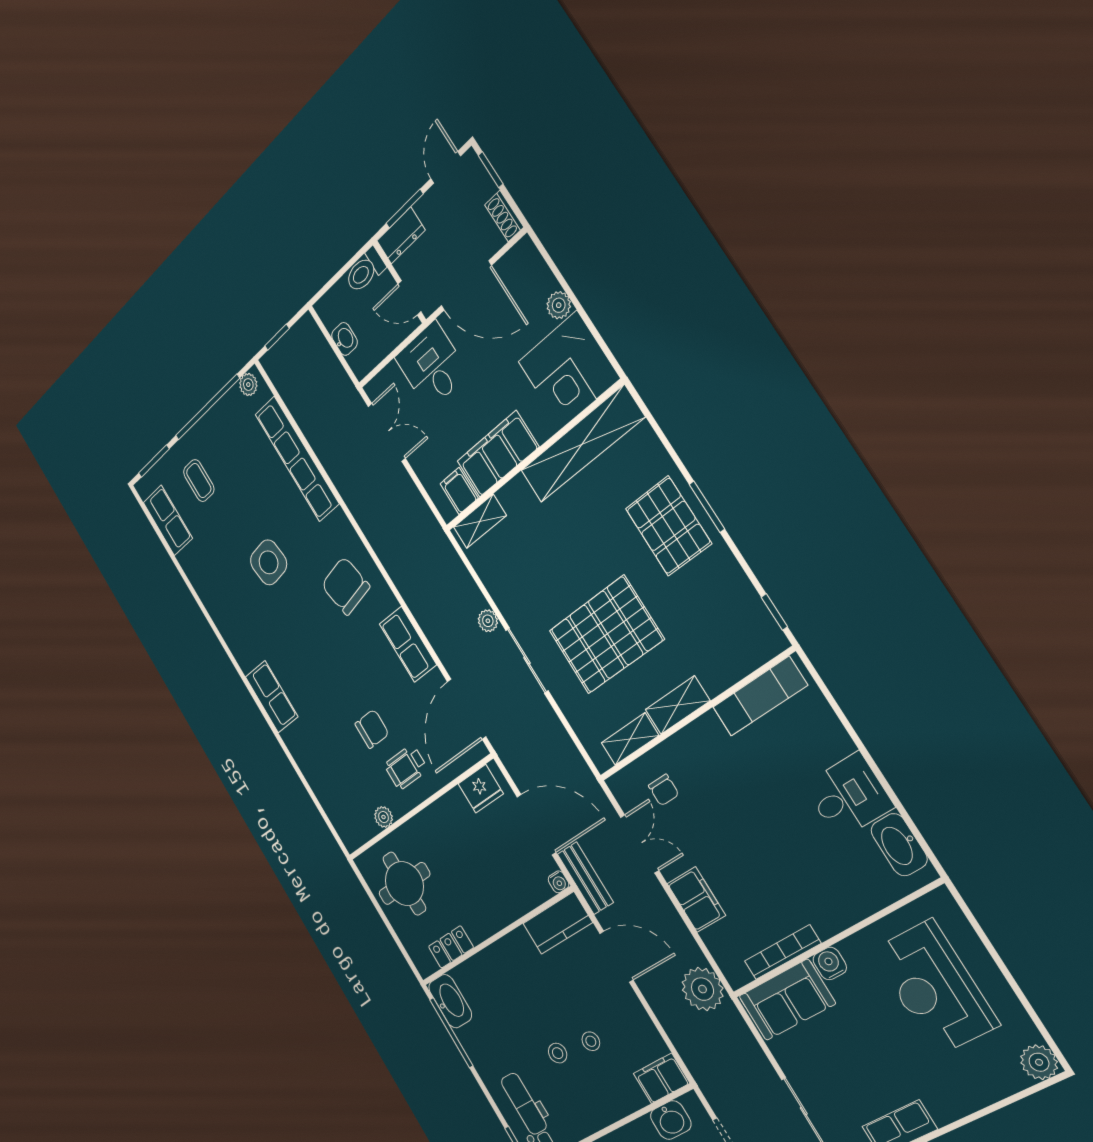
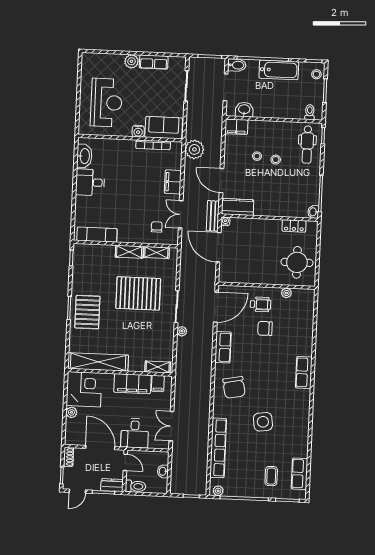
fridge: (481, 789) -> (233, 275), removed
washbasin: (450, 1001) -> (313, 212), width x0.52, depth x0.69
plant: (1039, 1062) -> (131, 61), moved

